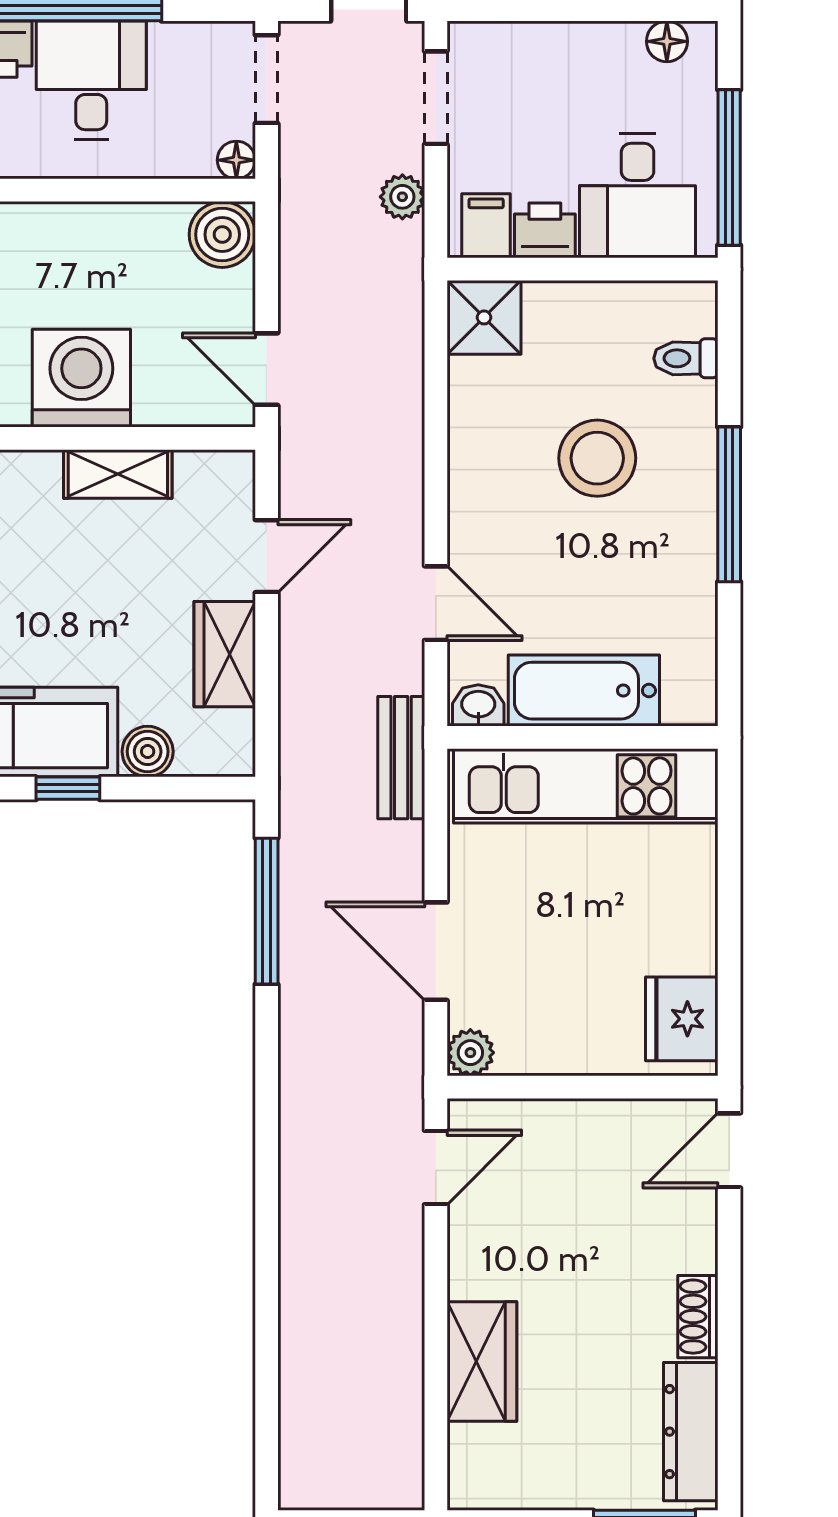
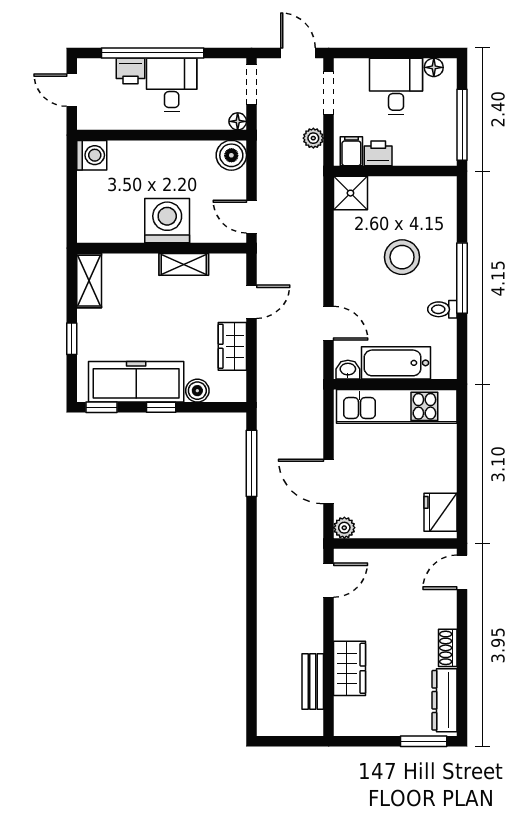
desk: (638, 196) -> (396, 86), moved, turned 180
toilet: (686, 358) -> (442, 309), moved
bench: (401, 758) -> (313, 682), moved

